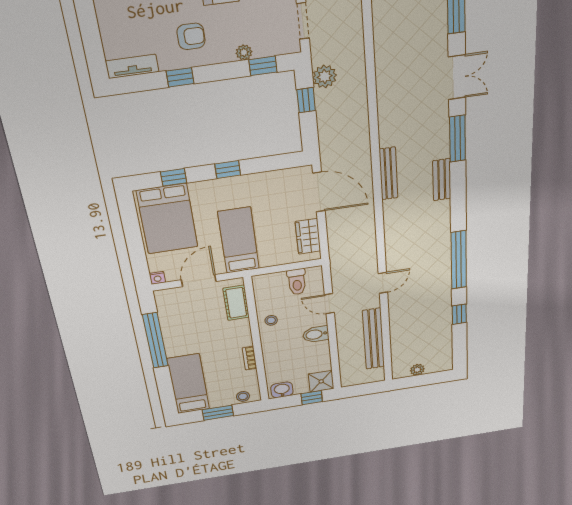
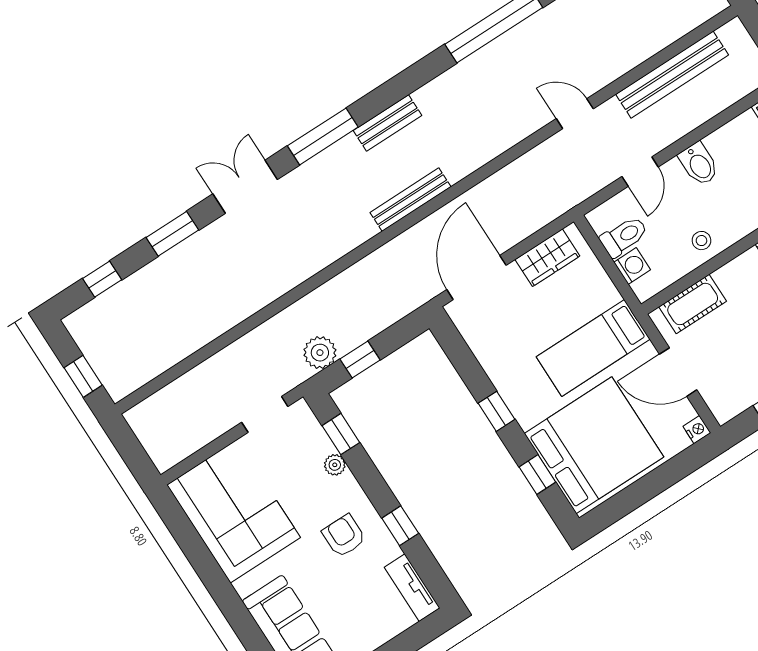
bed: (167, 219) -> (594, 445), width x1.36
washing machine: (277, 280) -> (632, 266), added

